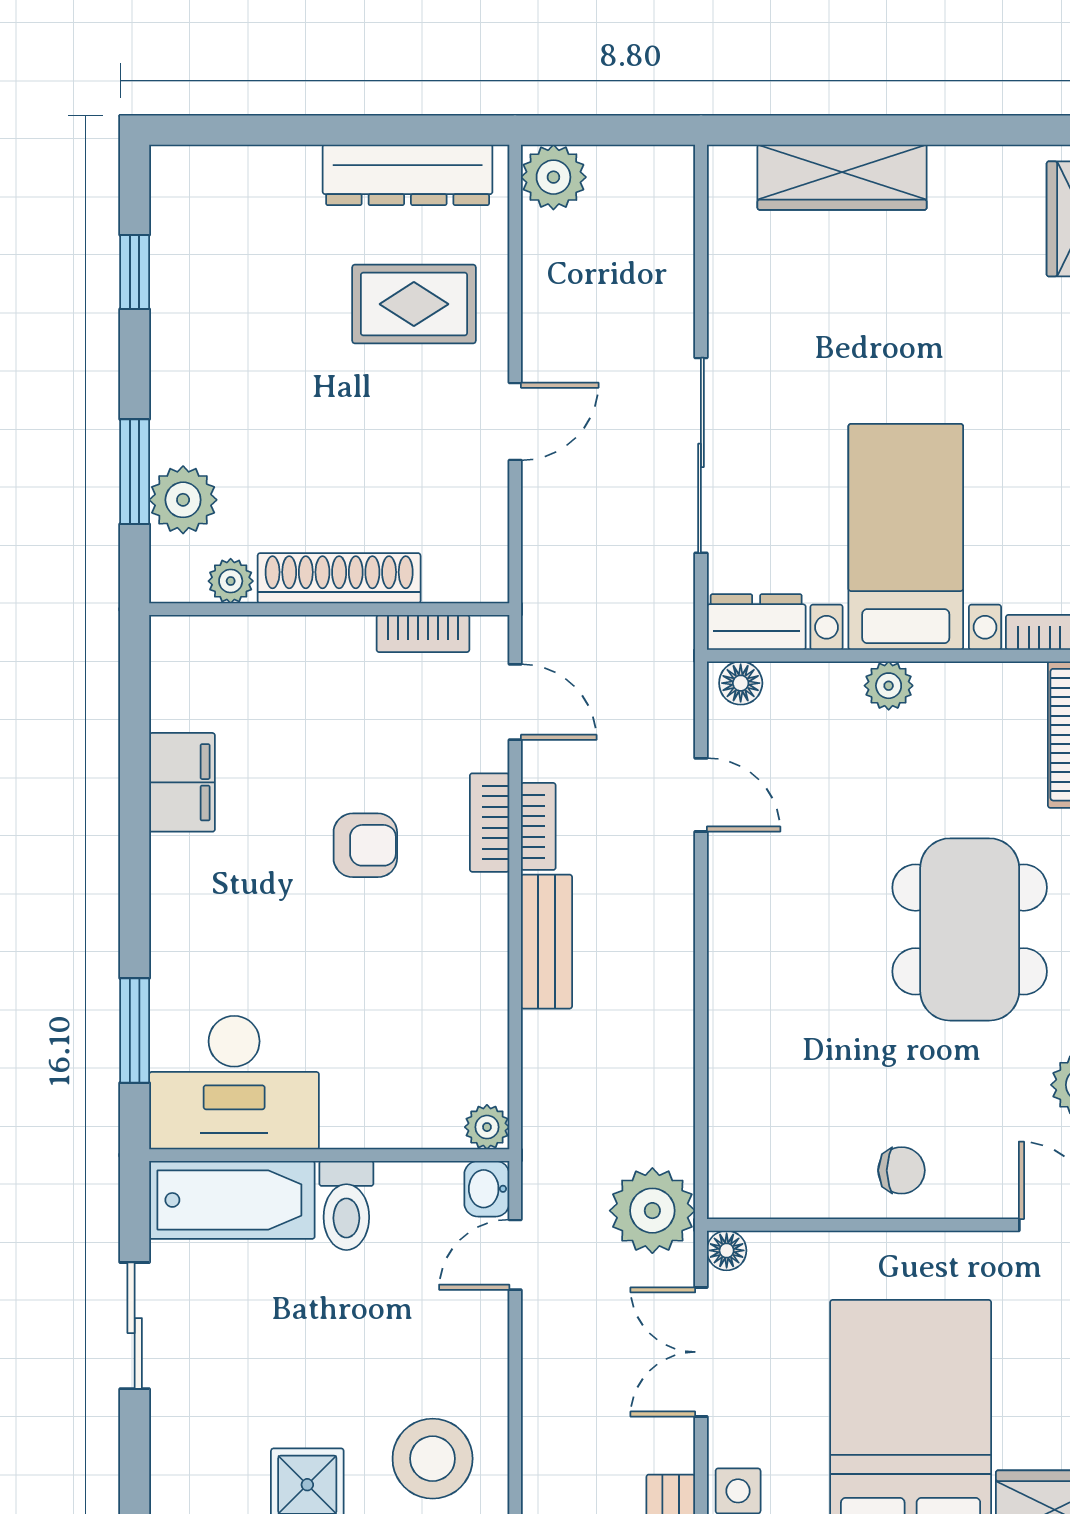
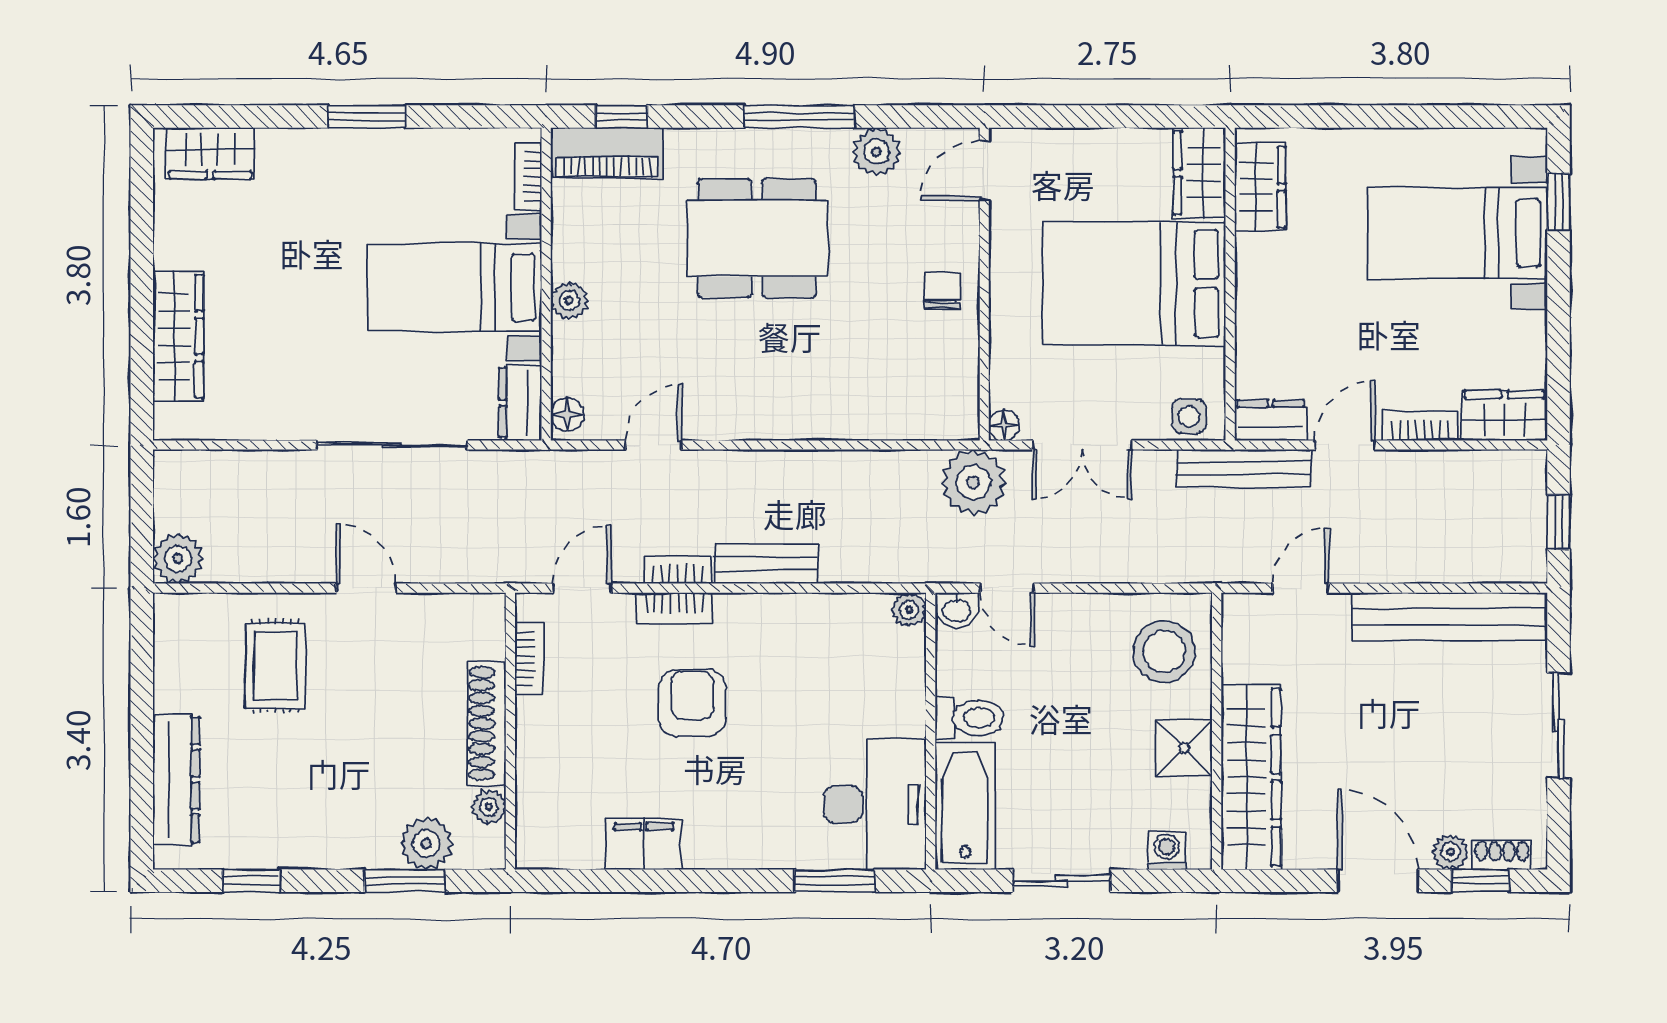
dresser: (408, 175) -> (176, 780), moved
armchair: (365, 845) -> (692, 703), width x1.38, depth x1.38
washing machine: (174, 1462) -> (1167, 850), added

